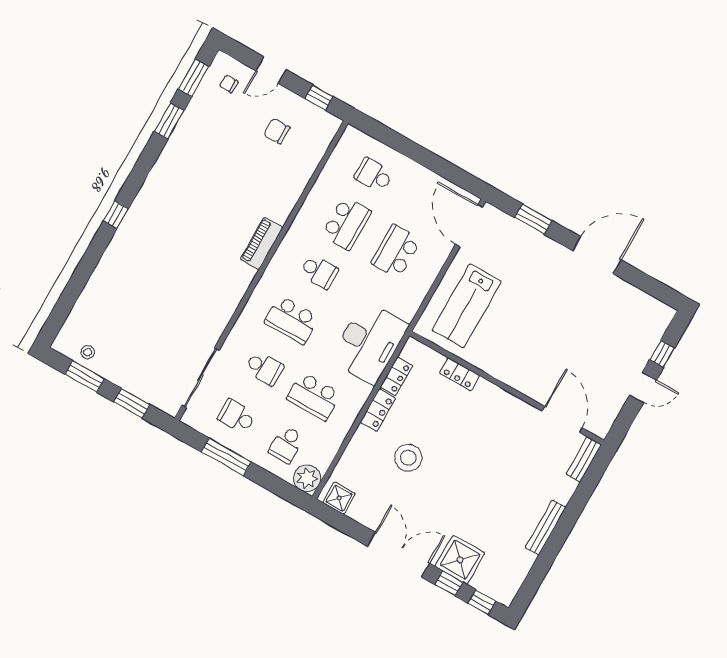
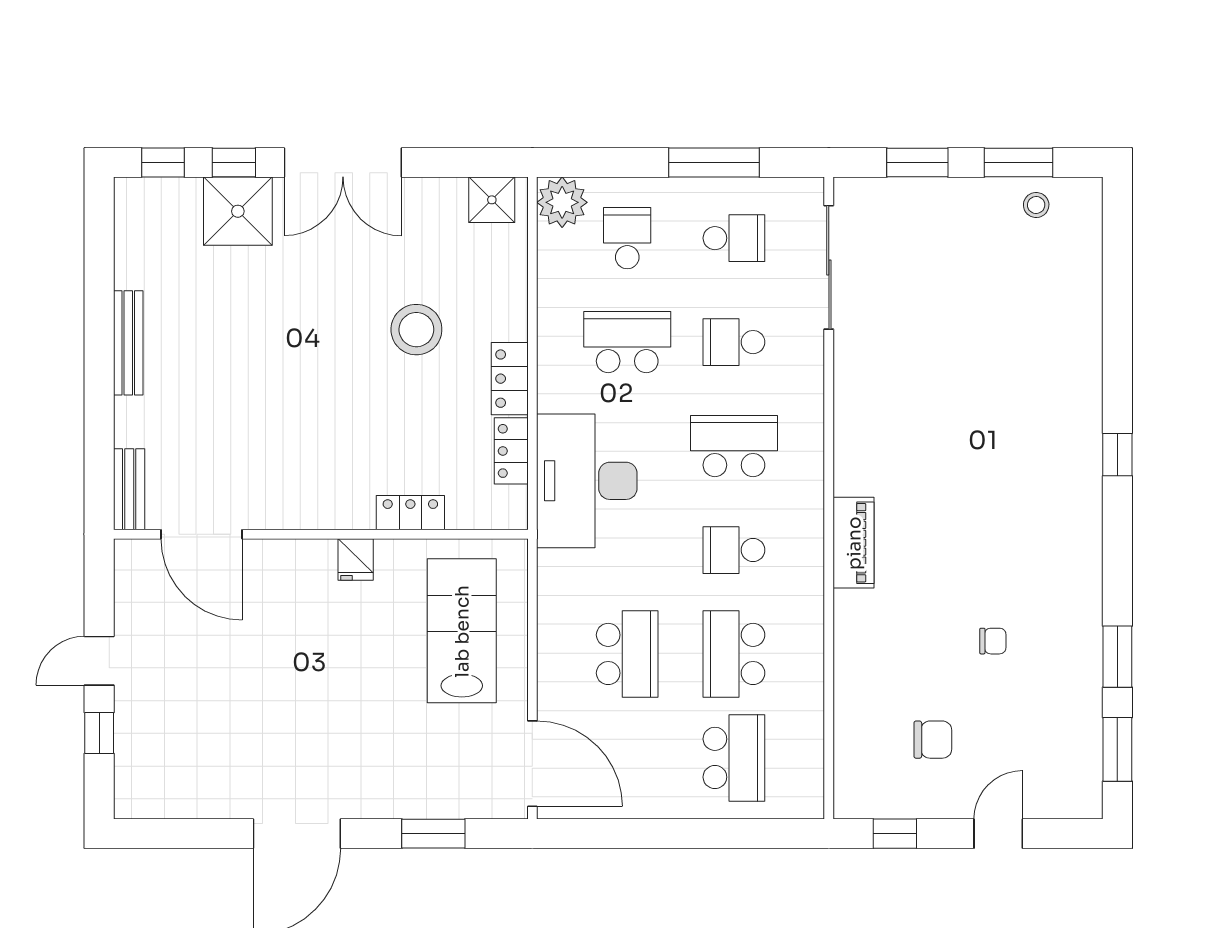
chair: (229, 84) -> (993, 641), moved
school desk: (374, 175) -> (734, 758), width x1.85
fridge: (497, 367) -> (356, 559), added

